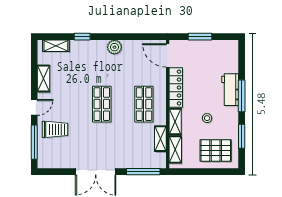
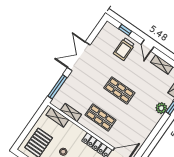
plant: (114, 47) -> (161, 108), moved
shelving: (175, 122) -> (75, 130), removed
window: (34, 142) -> (125, 30), width x0.46

